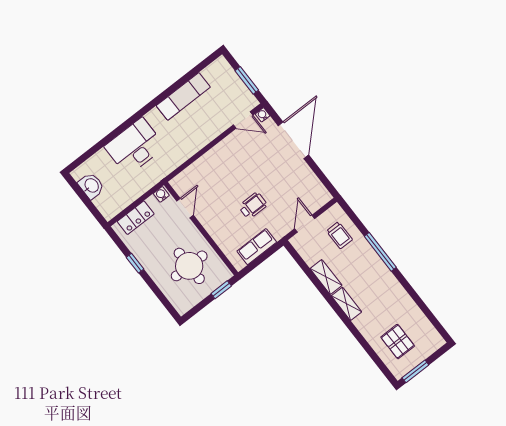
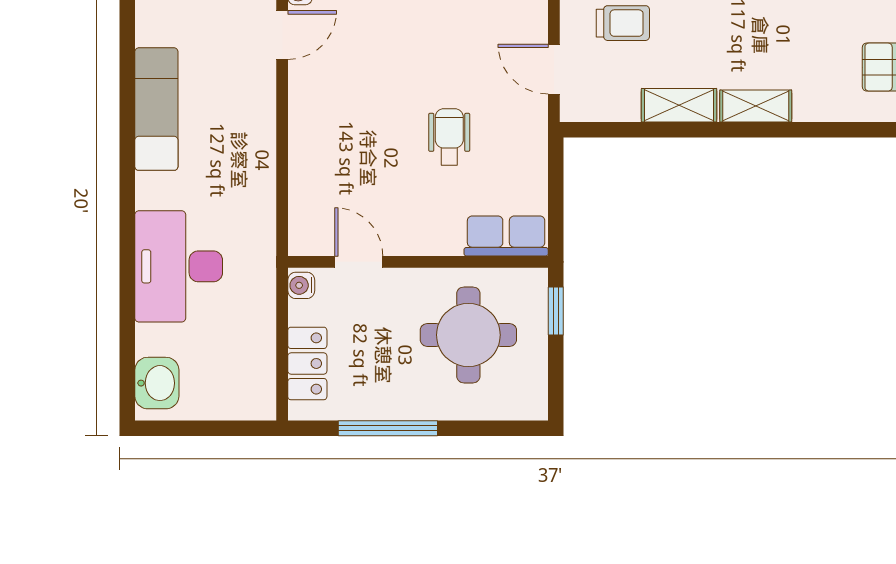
washbasin: (91, 186) -> (157, 383), moved, turned 90
row of seats: (257, 247) -> (506, 236), moved, turned 90
window: (135, 263) -> (388, 428), width x2.17

